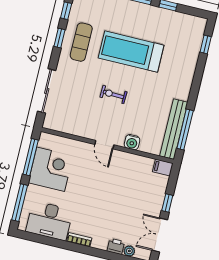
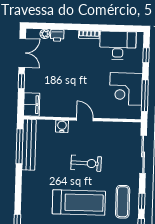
exercise bike: (113, 94) -> (86, 163), width x1.38, depth x1.39
filing cabinet: (163, 168) -> (32, 104), width x2.00
window: (20, 203) -> (146, 55), width x0.46

